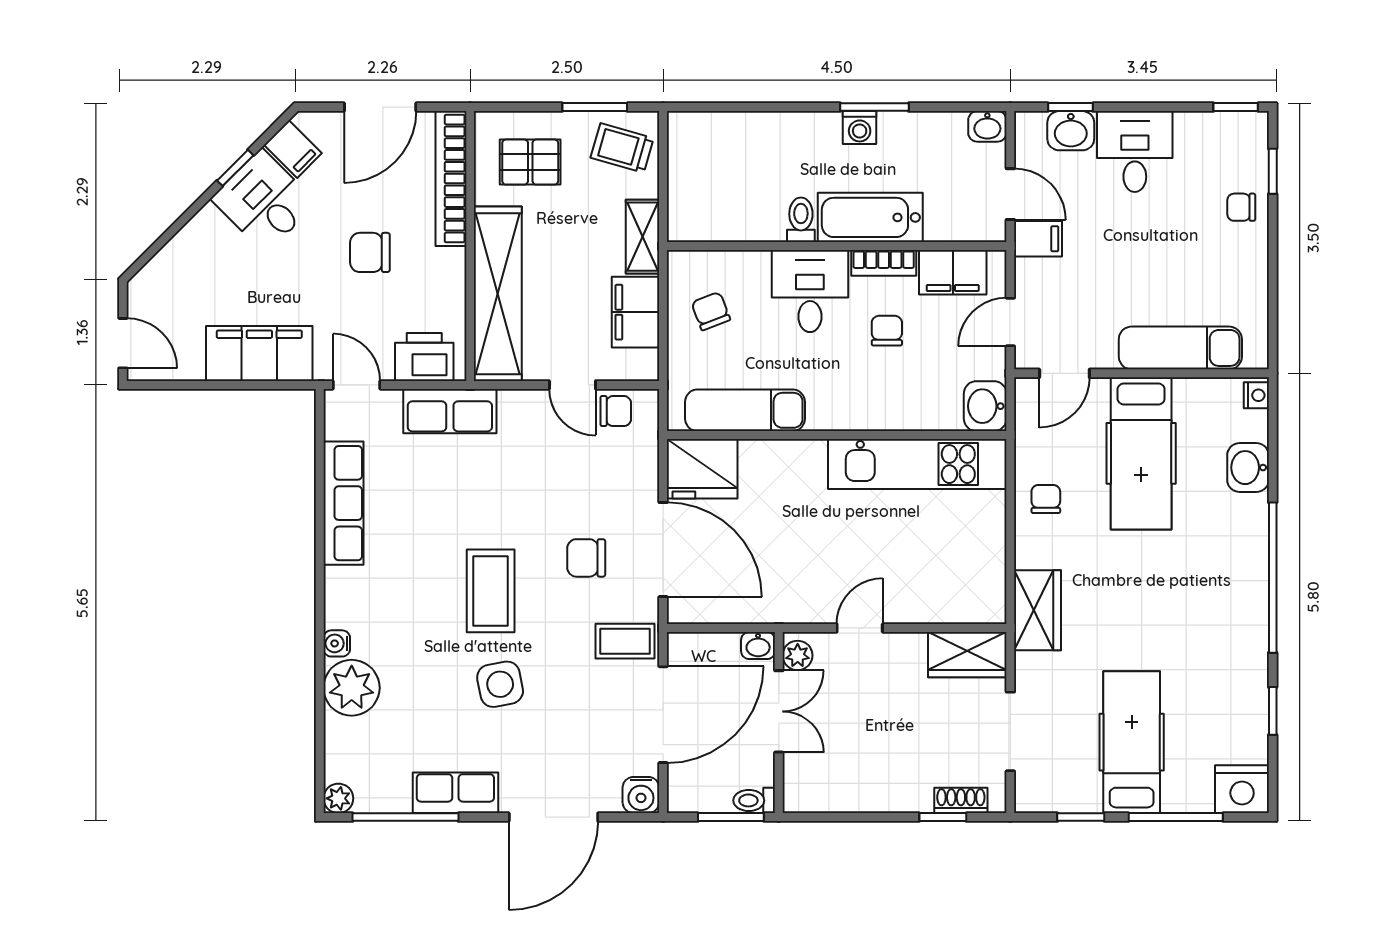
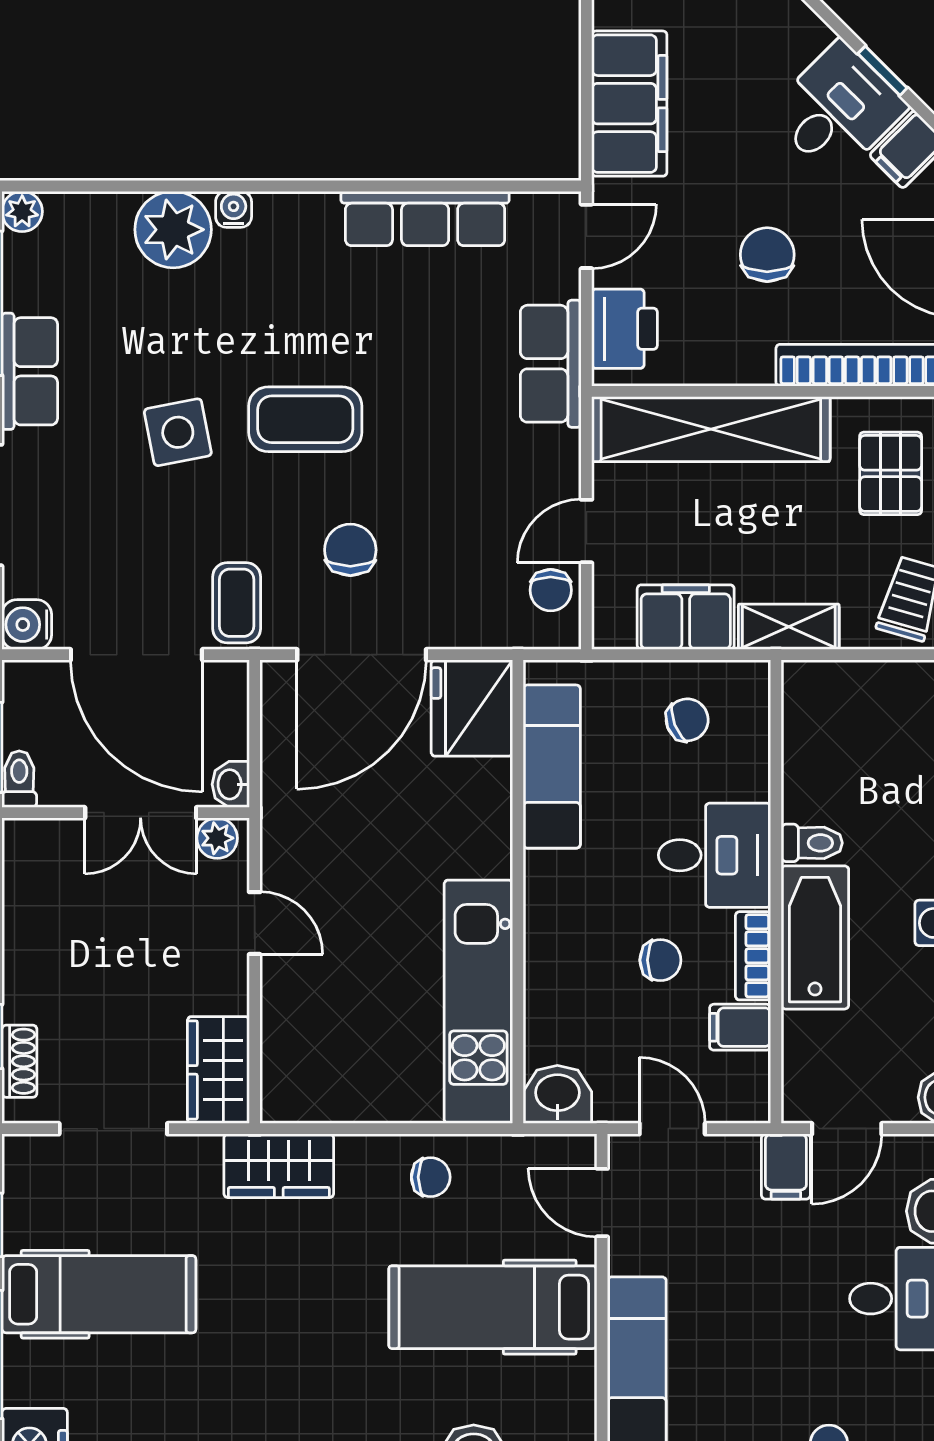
filing cabinet: (953, 272) -> (740, 1027), width x0.50

